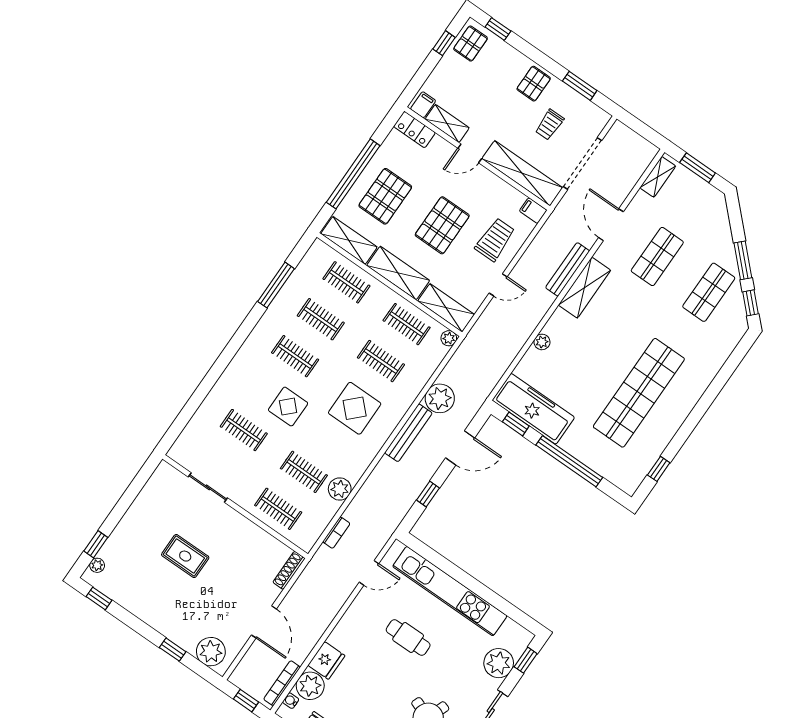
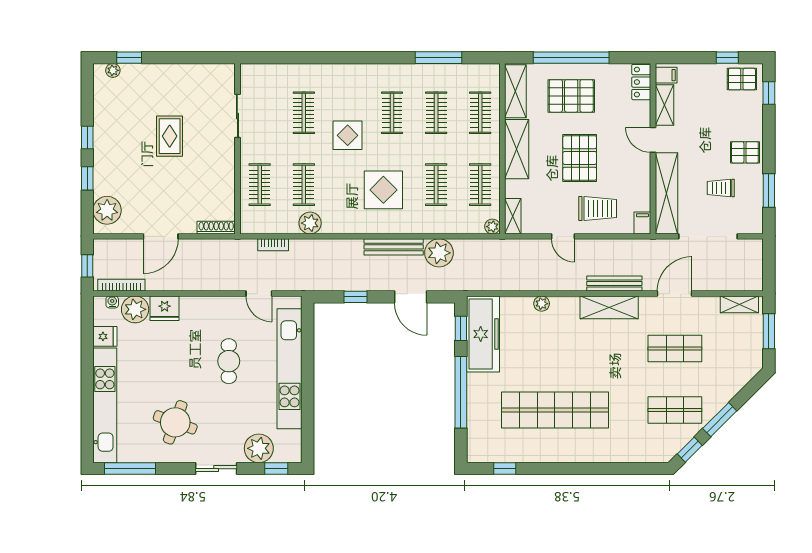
pallet: (442, 225) -> (580, 158), turned 90
shelving: (446, 308) -> (513, 216), width x0.67, depth x0.75
window: (99, 598) -> (87, 137), moved

